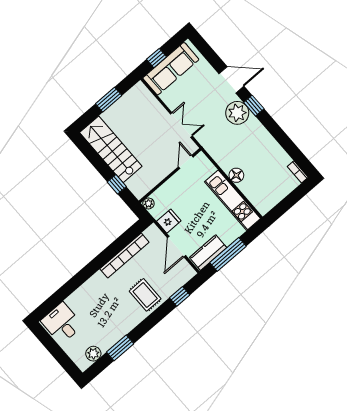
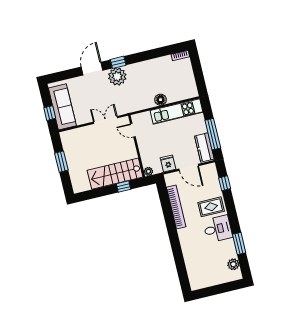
stairs: (111, 149) -> (115, 174), moved
desk: (62, 323) -> (218, 229), moved, turned 180

